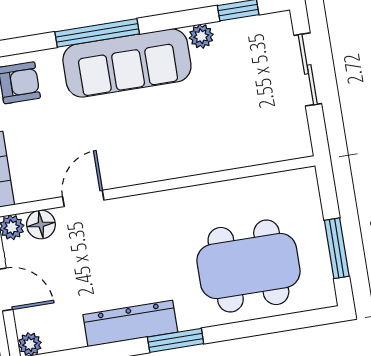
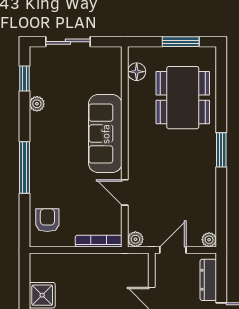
sofa: (127, 63) -> (105, 134), moved, turned 180
floor lamp: (41, 225) -> (137, 72), moved
dresser: (130, 323) -> (206, 176), removed

